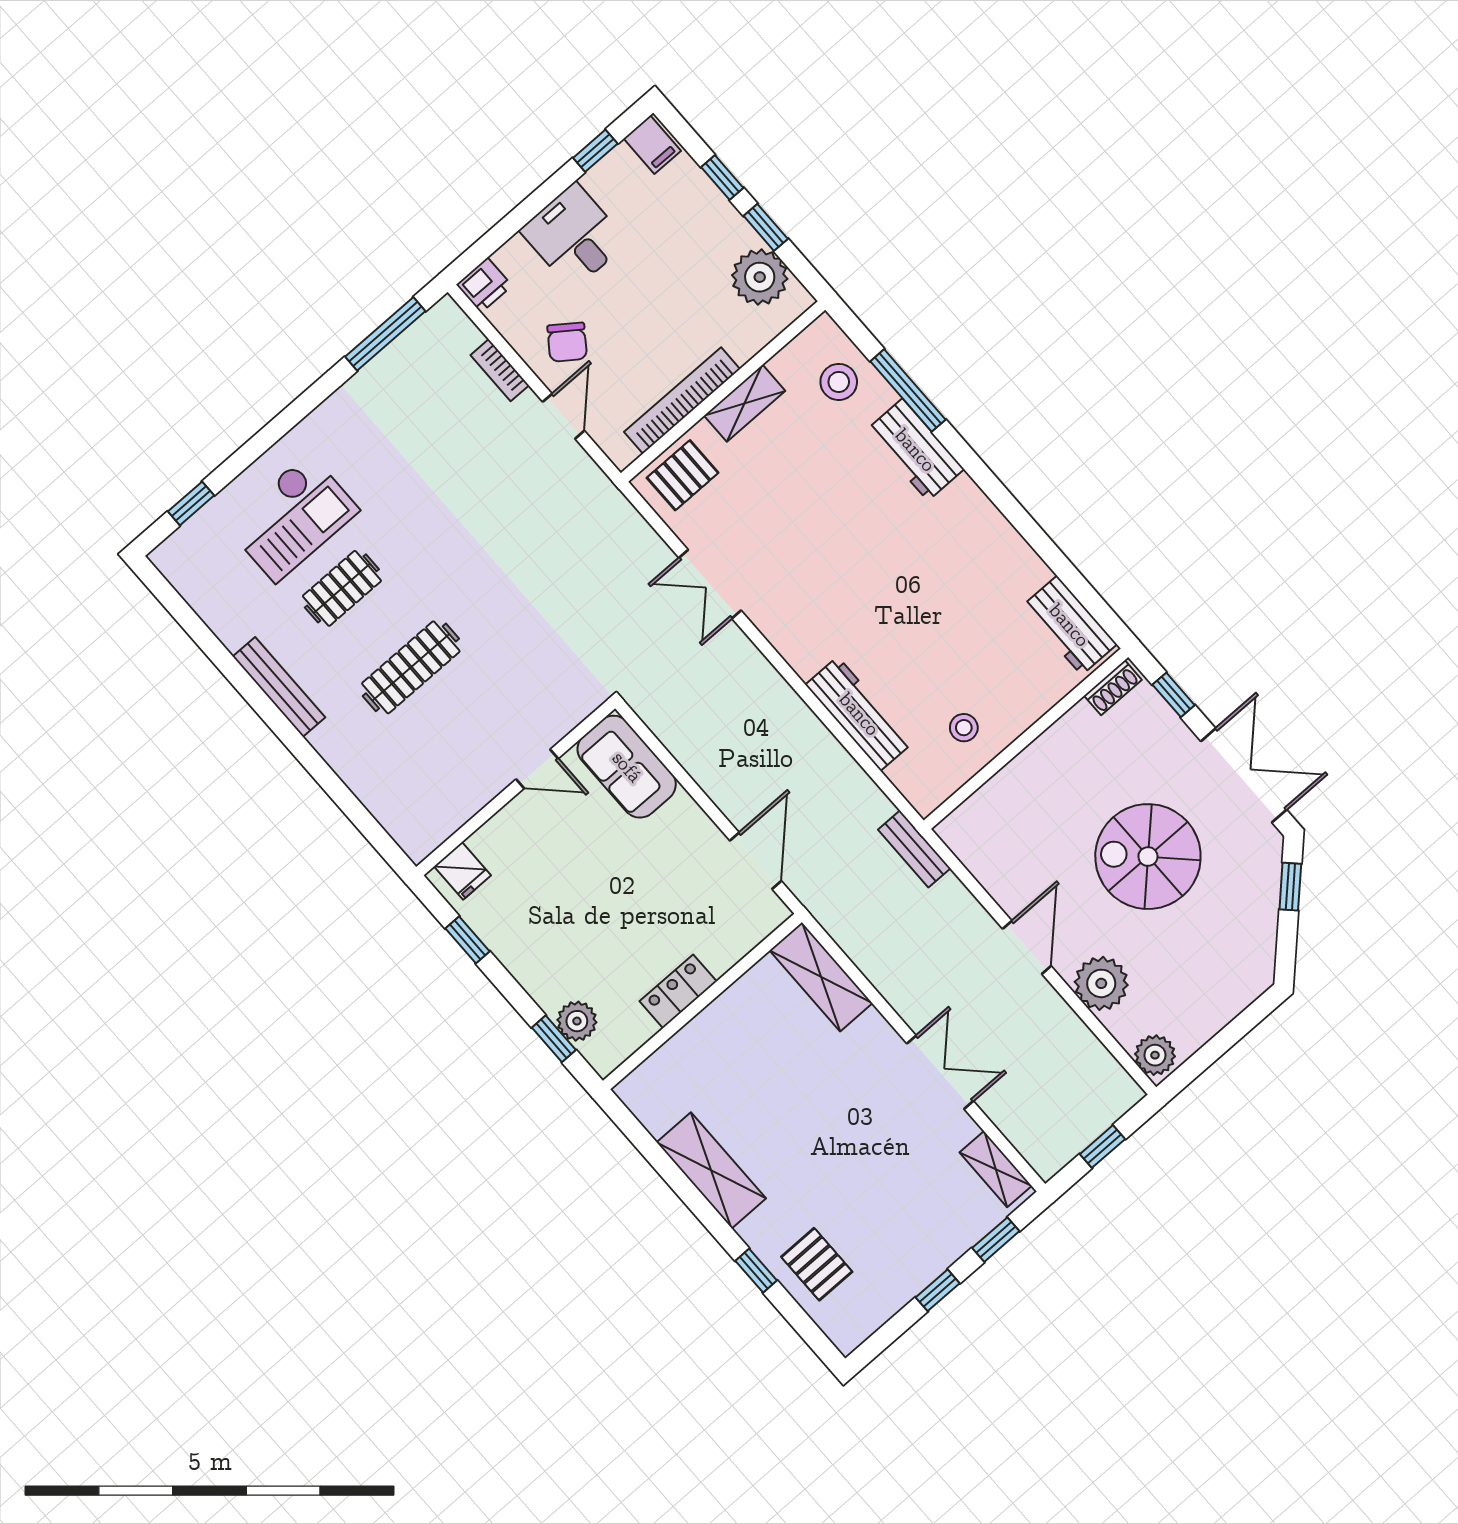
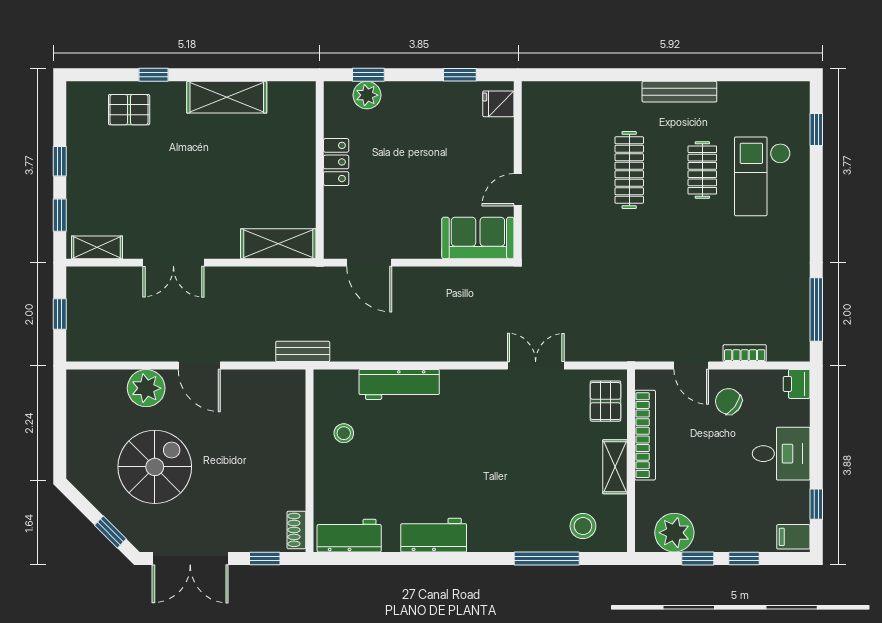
workbench: (915, 450) -> (434, 535), moved
spiral stairs: (1148, 857) -> (155, 467), moved
plant: (1155, 1055) -> (84, 383), removed

